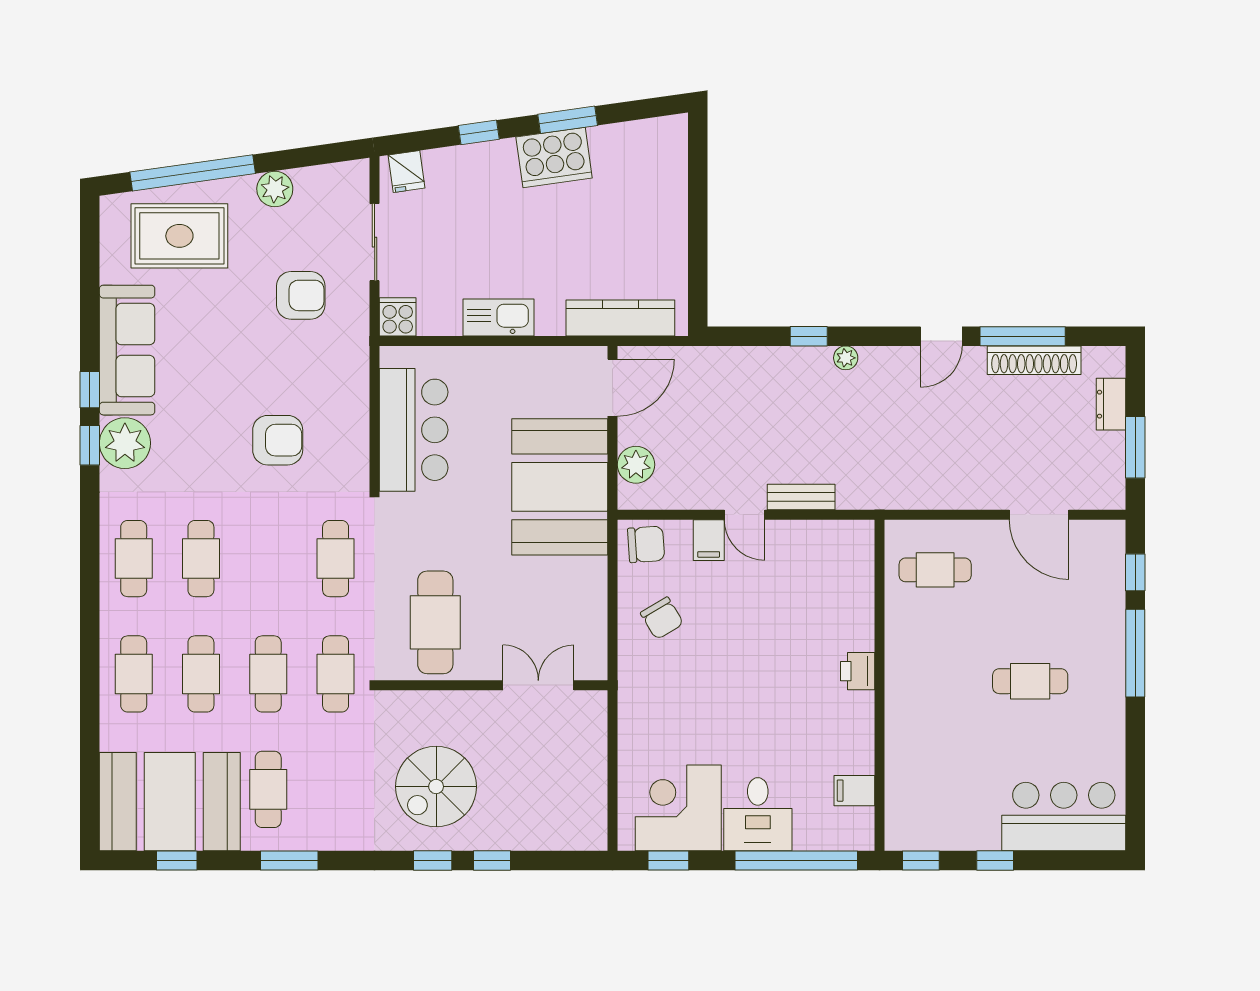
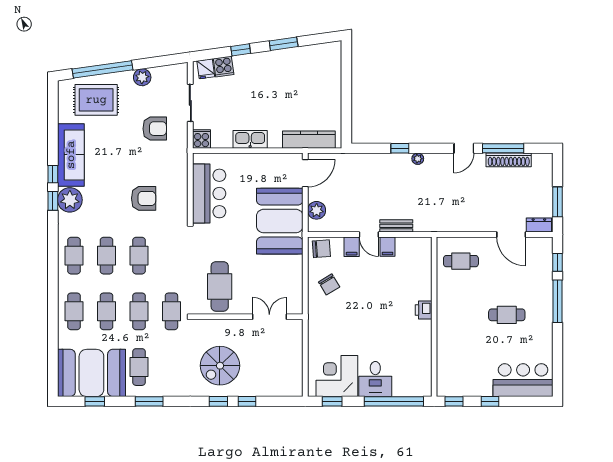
cooker: (554, 157) -> (224, 67), moved, width x0.53, depth x0.76
dresser: (1111, 404) -> (539, 225), moved, turned 90
cafe table: (336, 559) -> (139, 256), moved
filing cabinet: (854, 791) -> (387, 247), moved, turned -90

